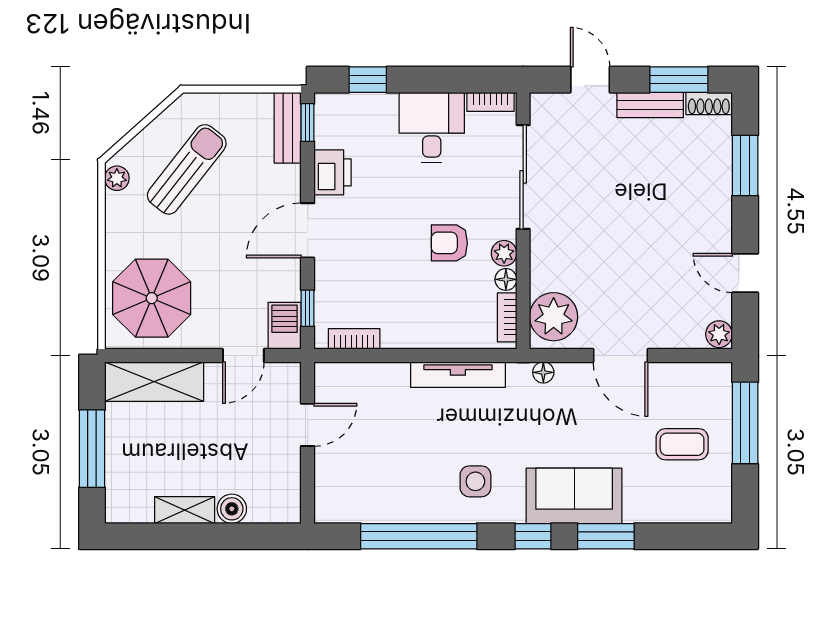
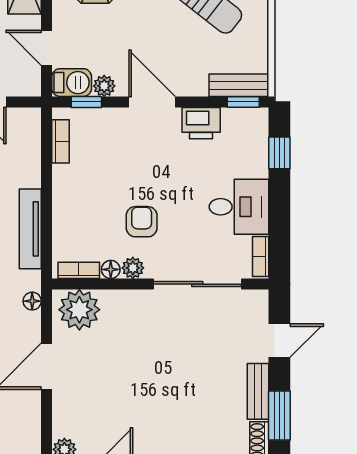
plant: (289, 287) -> (104, 86), added

